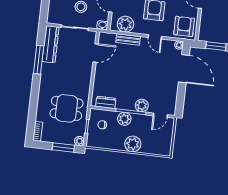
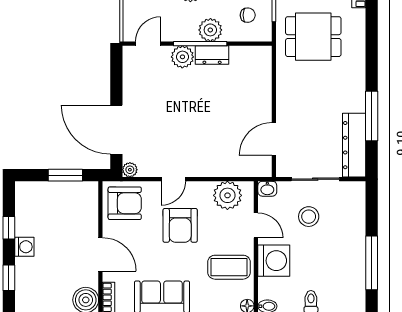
armchair: (184, 26) -> (125, 203), turned -90
door: (155, 37) -> (173, 179), swing flipped
bench: (128, 39) -> (220, 169), removed
dresser: (106, 102) -> (212, 55), moved

